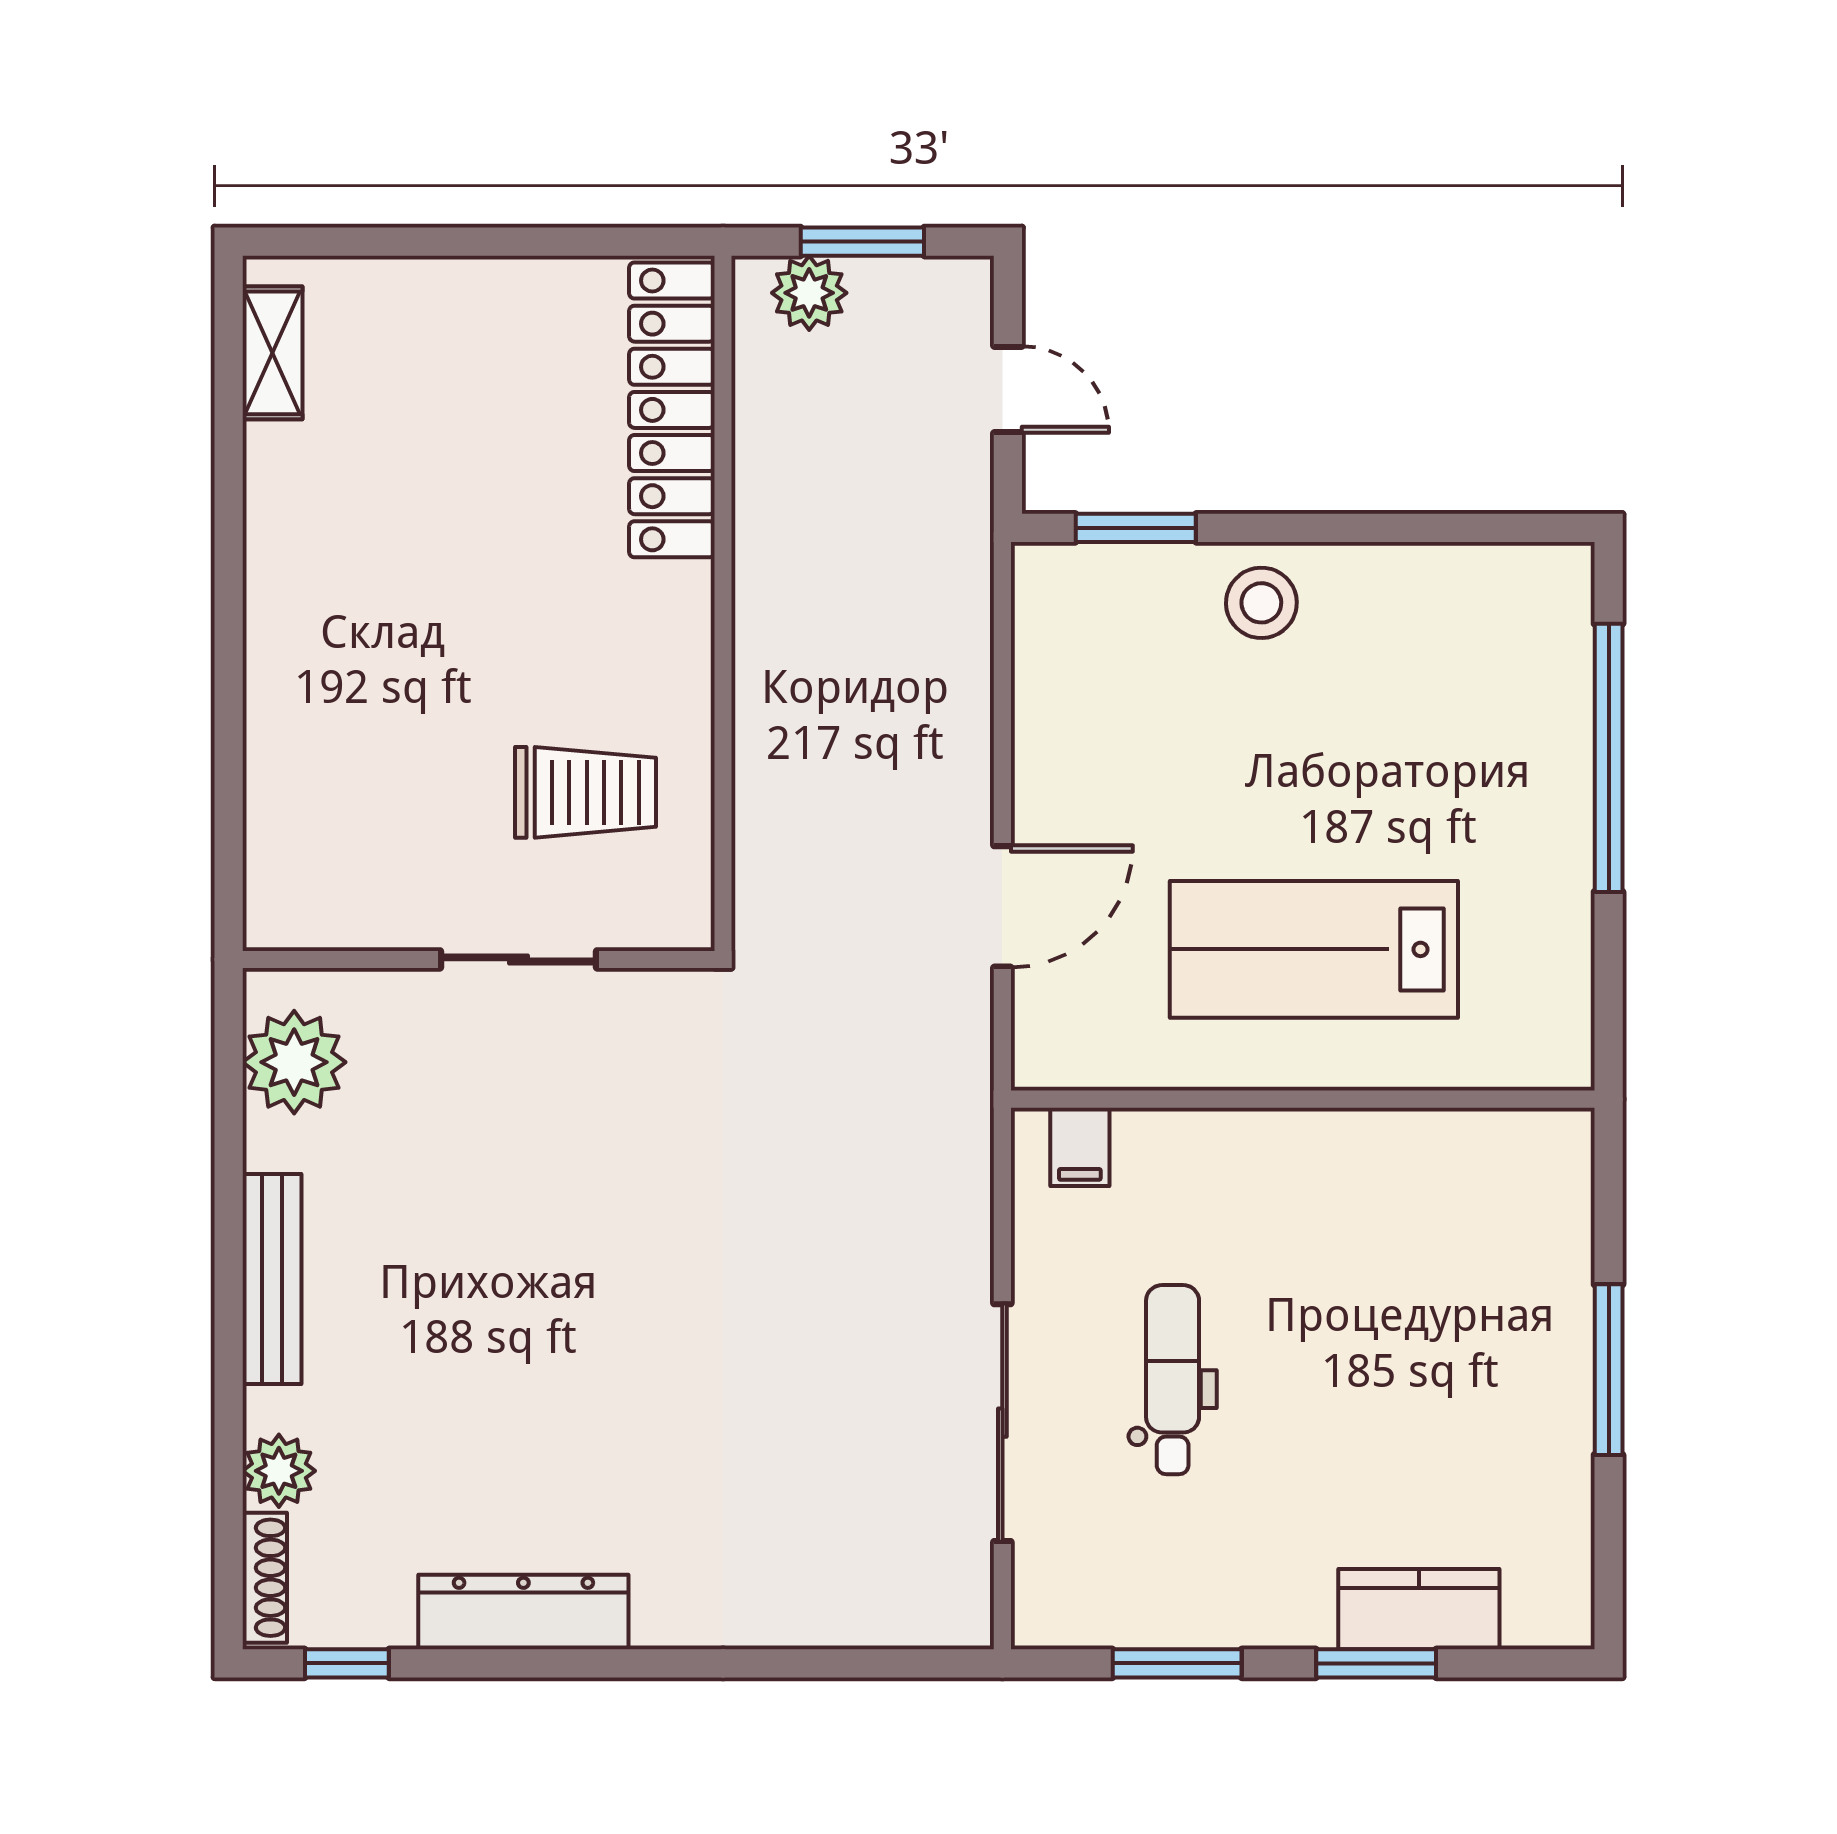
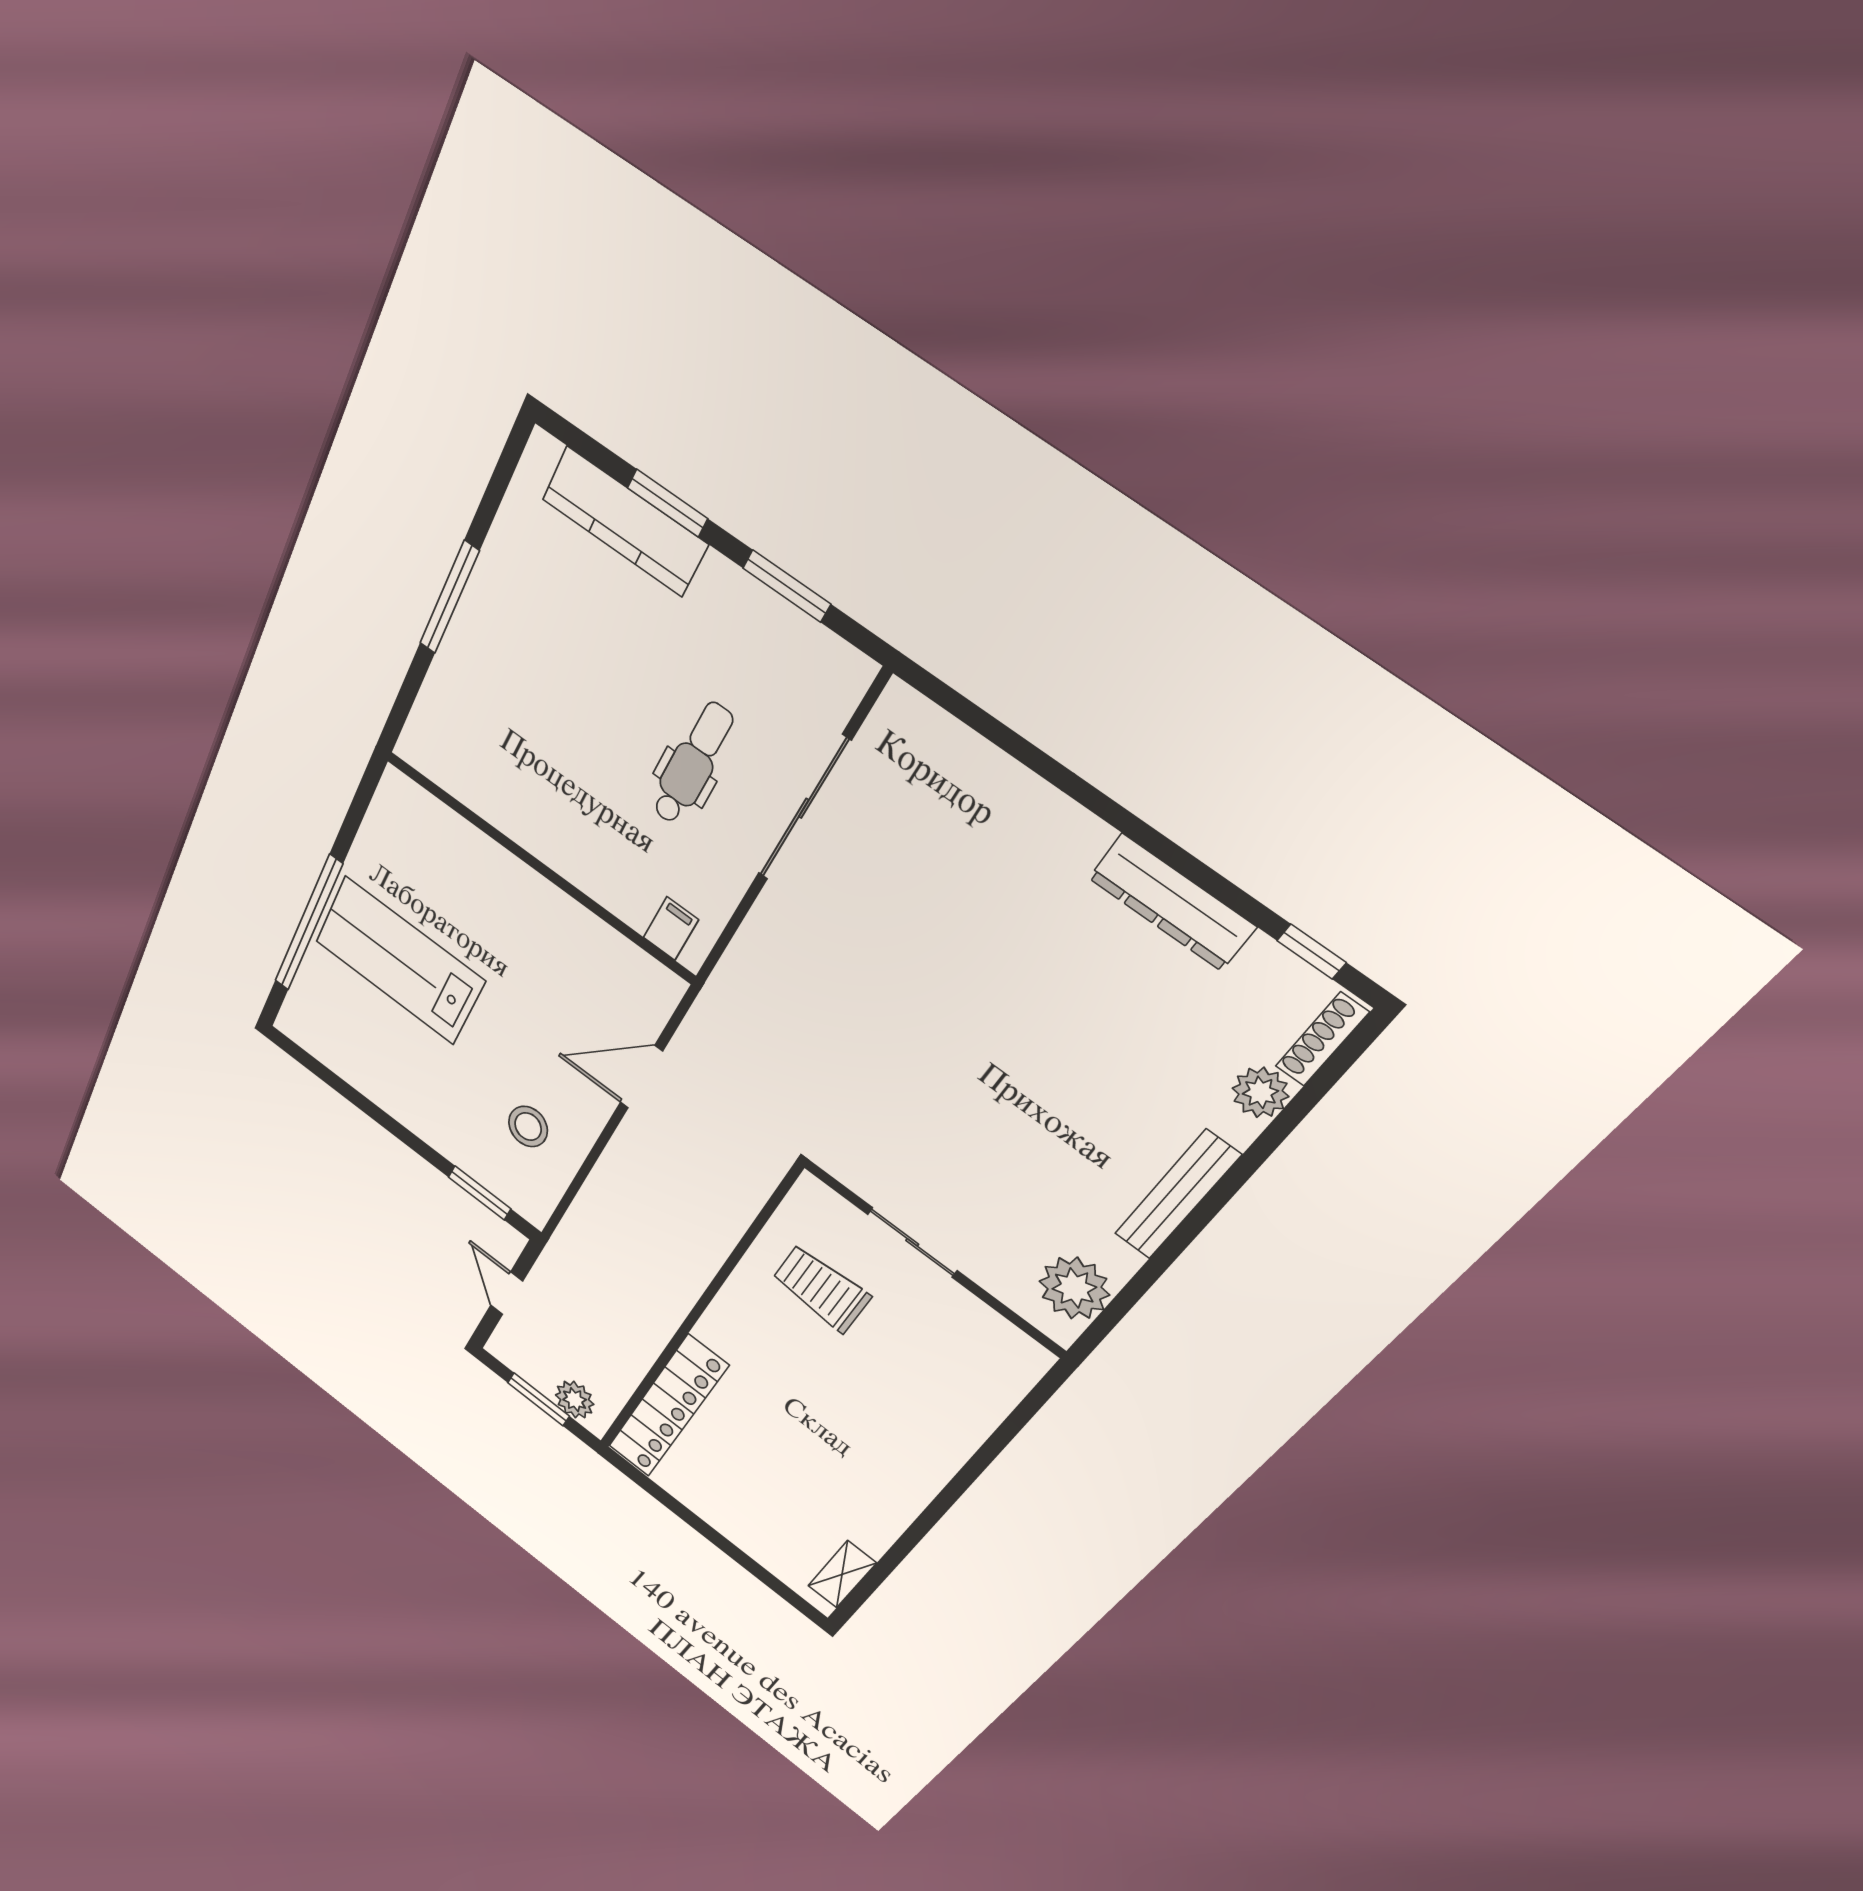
stool: (1261, 603) -> (528, 1127), moved
lab bench: (1314, 949) -> (400, 961), moved, turned 180
dental chair: (1173, 1380) -> (692, 764), turned 180
kitchen counter: (1419, 1609) -> (625, 522), width x1.50

